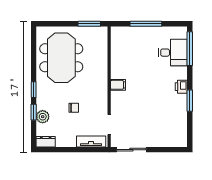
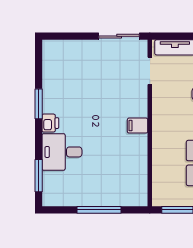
window: (190, 49) -> (39, 176), width x0.69
desk: (173, 53) -> (62, 152), moved

